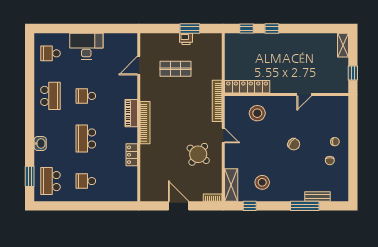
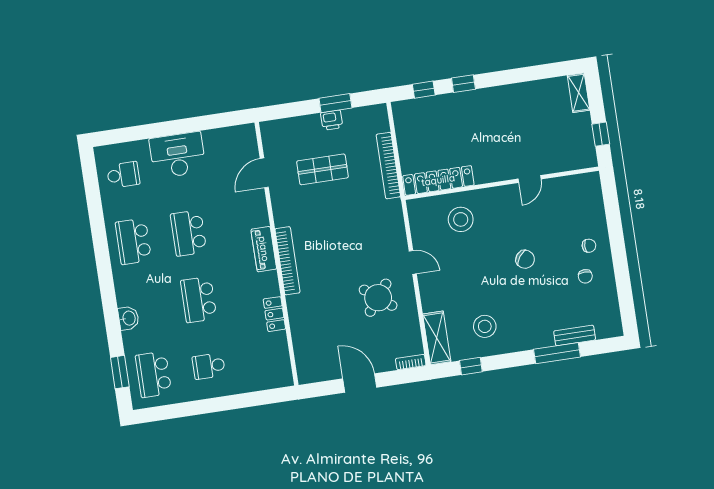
school desk: (50, 53) -> (123, 175), turned 180
school desk: (50, 96) -> (133, 241), turned 180
school desk: (86, 96) -> (189, 233), width x1.85
bookcase: (217, 101) -> (388, 166), moved

